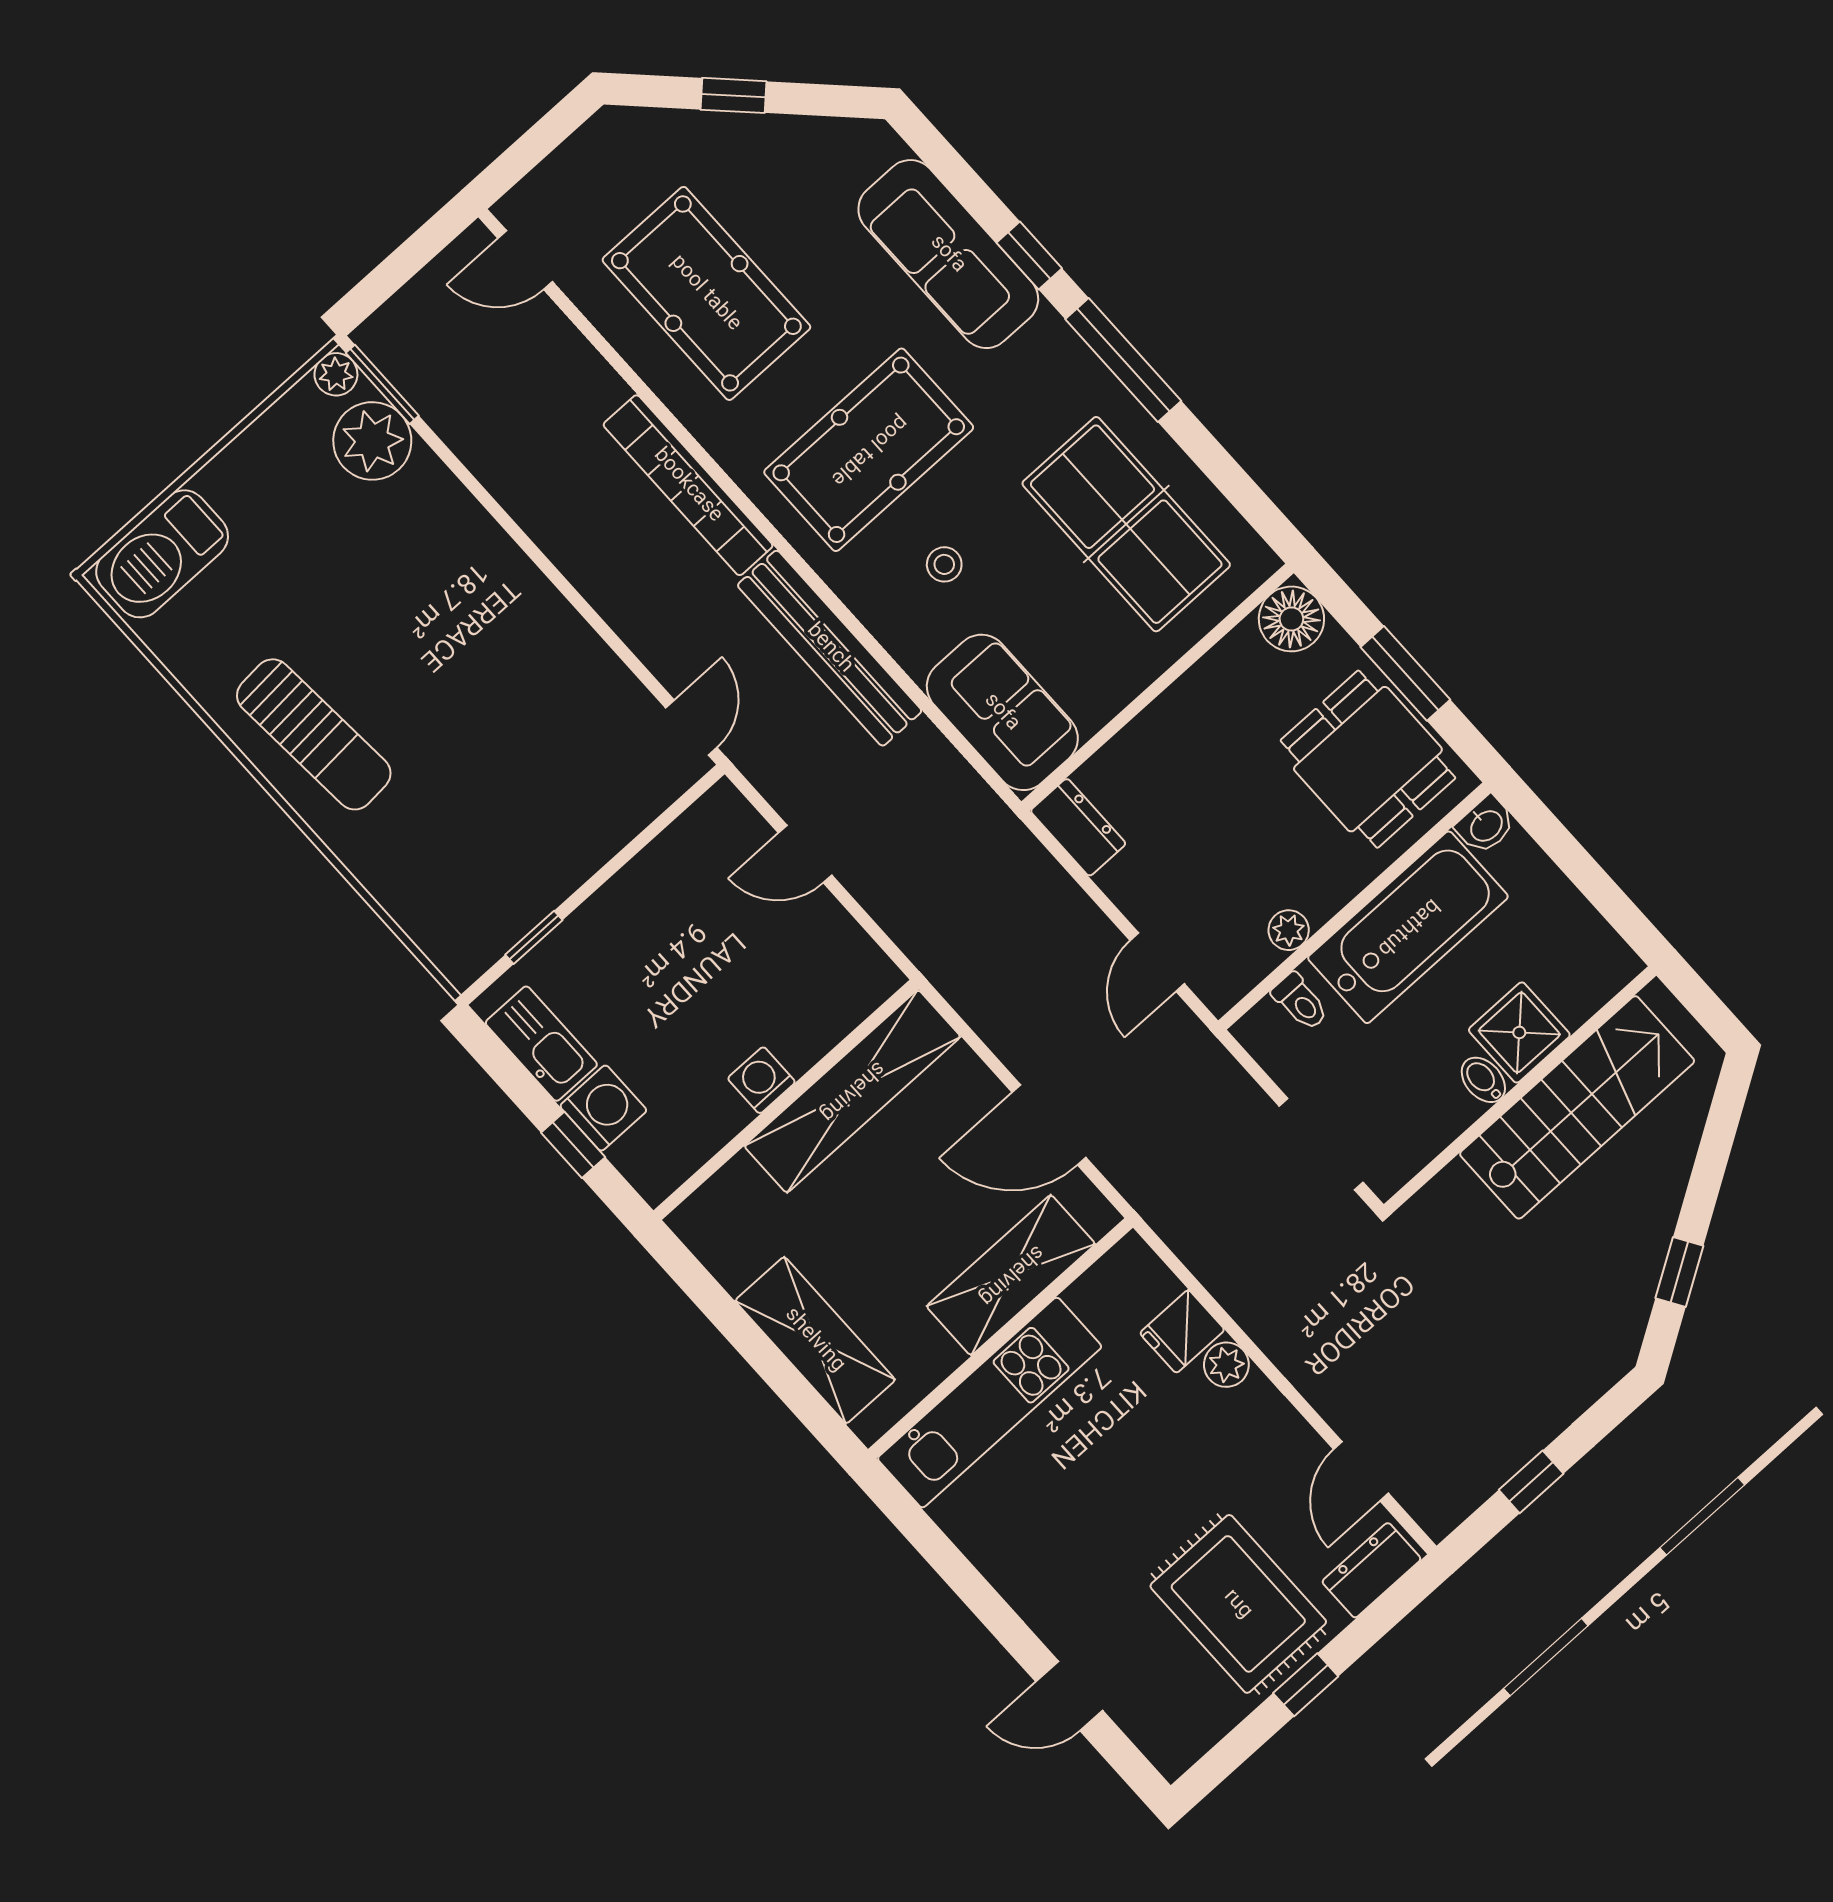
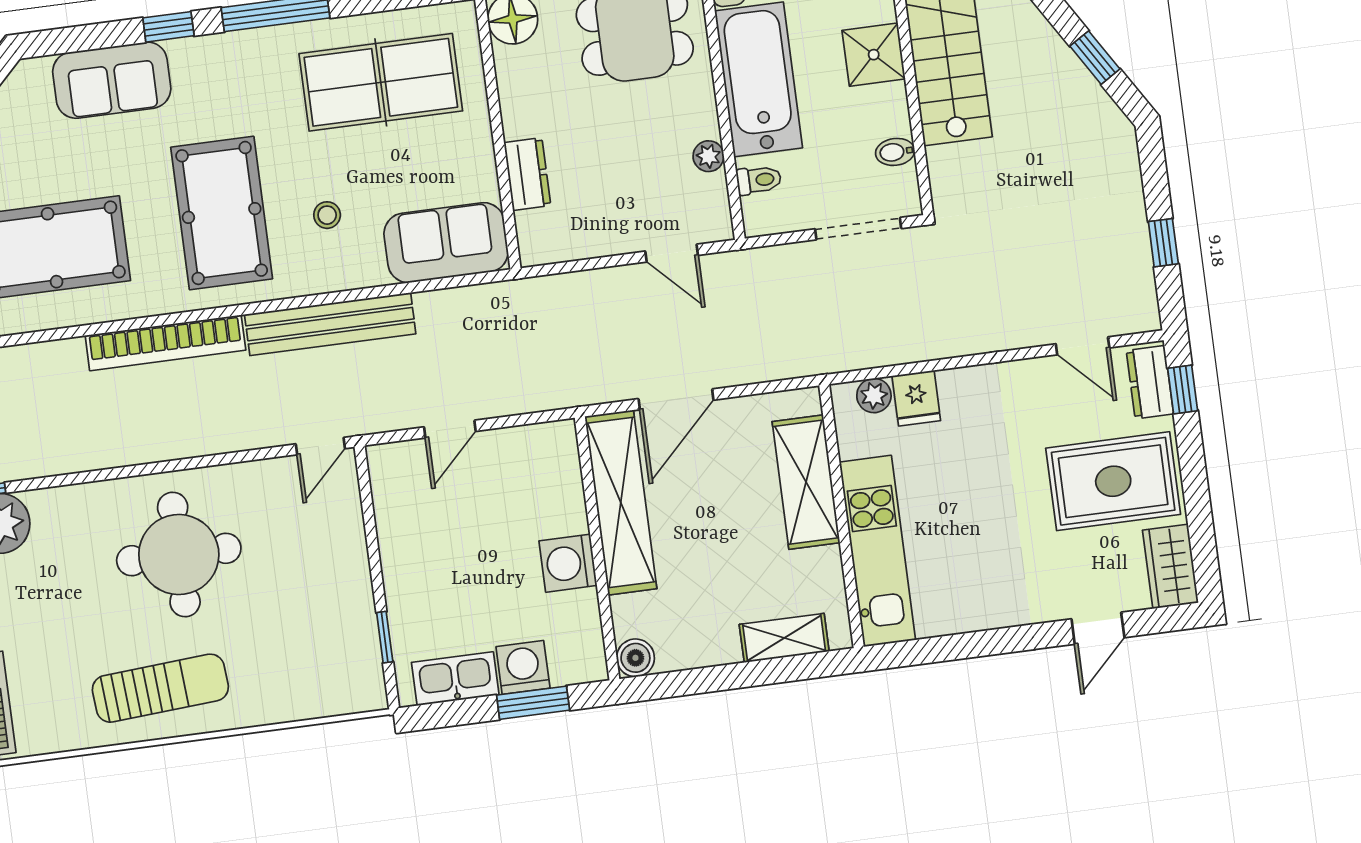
sofa: (948, 254) -> (112, 80), width x0.73
round table: (471, 656) -> (179, 555), added
door: (691, 728) -> (320, 446), swing flipped
dresser: (1078, 827) -> (527, 174), moved, turned 90
washing machine: (761, 1080) -> (568, 563), width x1.38, depth x1.38
bidet: (1483, 1080) -> (895, 152), moved
door: (1049, 1125) -> (676, 399), moved
window: (573, 1145) -> (533, 703), width x1.50
boiler: (697, 1222) -> (635, 658), added
shelving: (815, 1340) -> (784, 638), width x0.67, depth x0.75
plant: (1226, 1365) -> (874, 395), moved
window: (1306, 1685) -> (1183, 389), moved
wardrobe: (1189, 1728) -> (1170, 566), added

